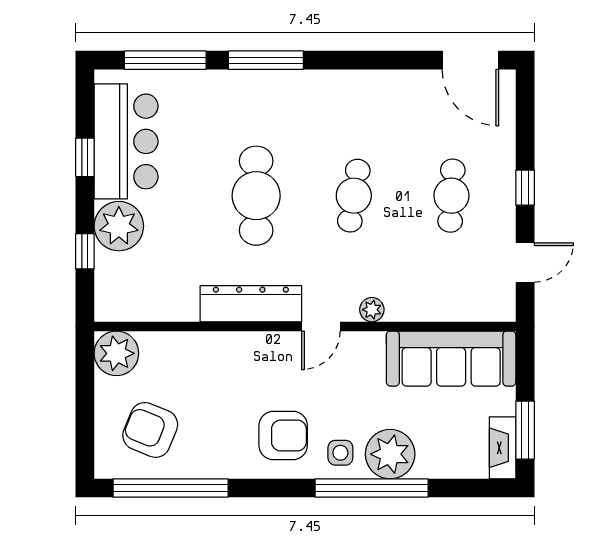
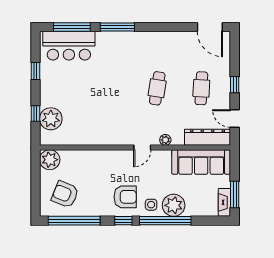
bar counter: (126, 141) -> (69, 46), moved, turned 90
cafe table: (256, 196) -> (113, 88), removed
plant: (119, 226) -> (51, 119), moved
door: (525, 262) -> (235, 119), swing flipped
dresser: (251, 304) -> (208, 137), moved
window: (279, 488) -> (123, 221), added

